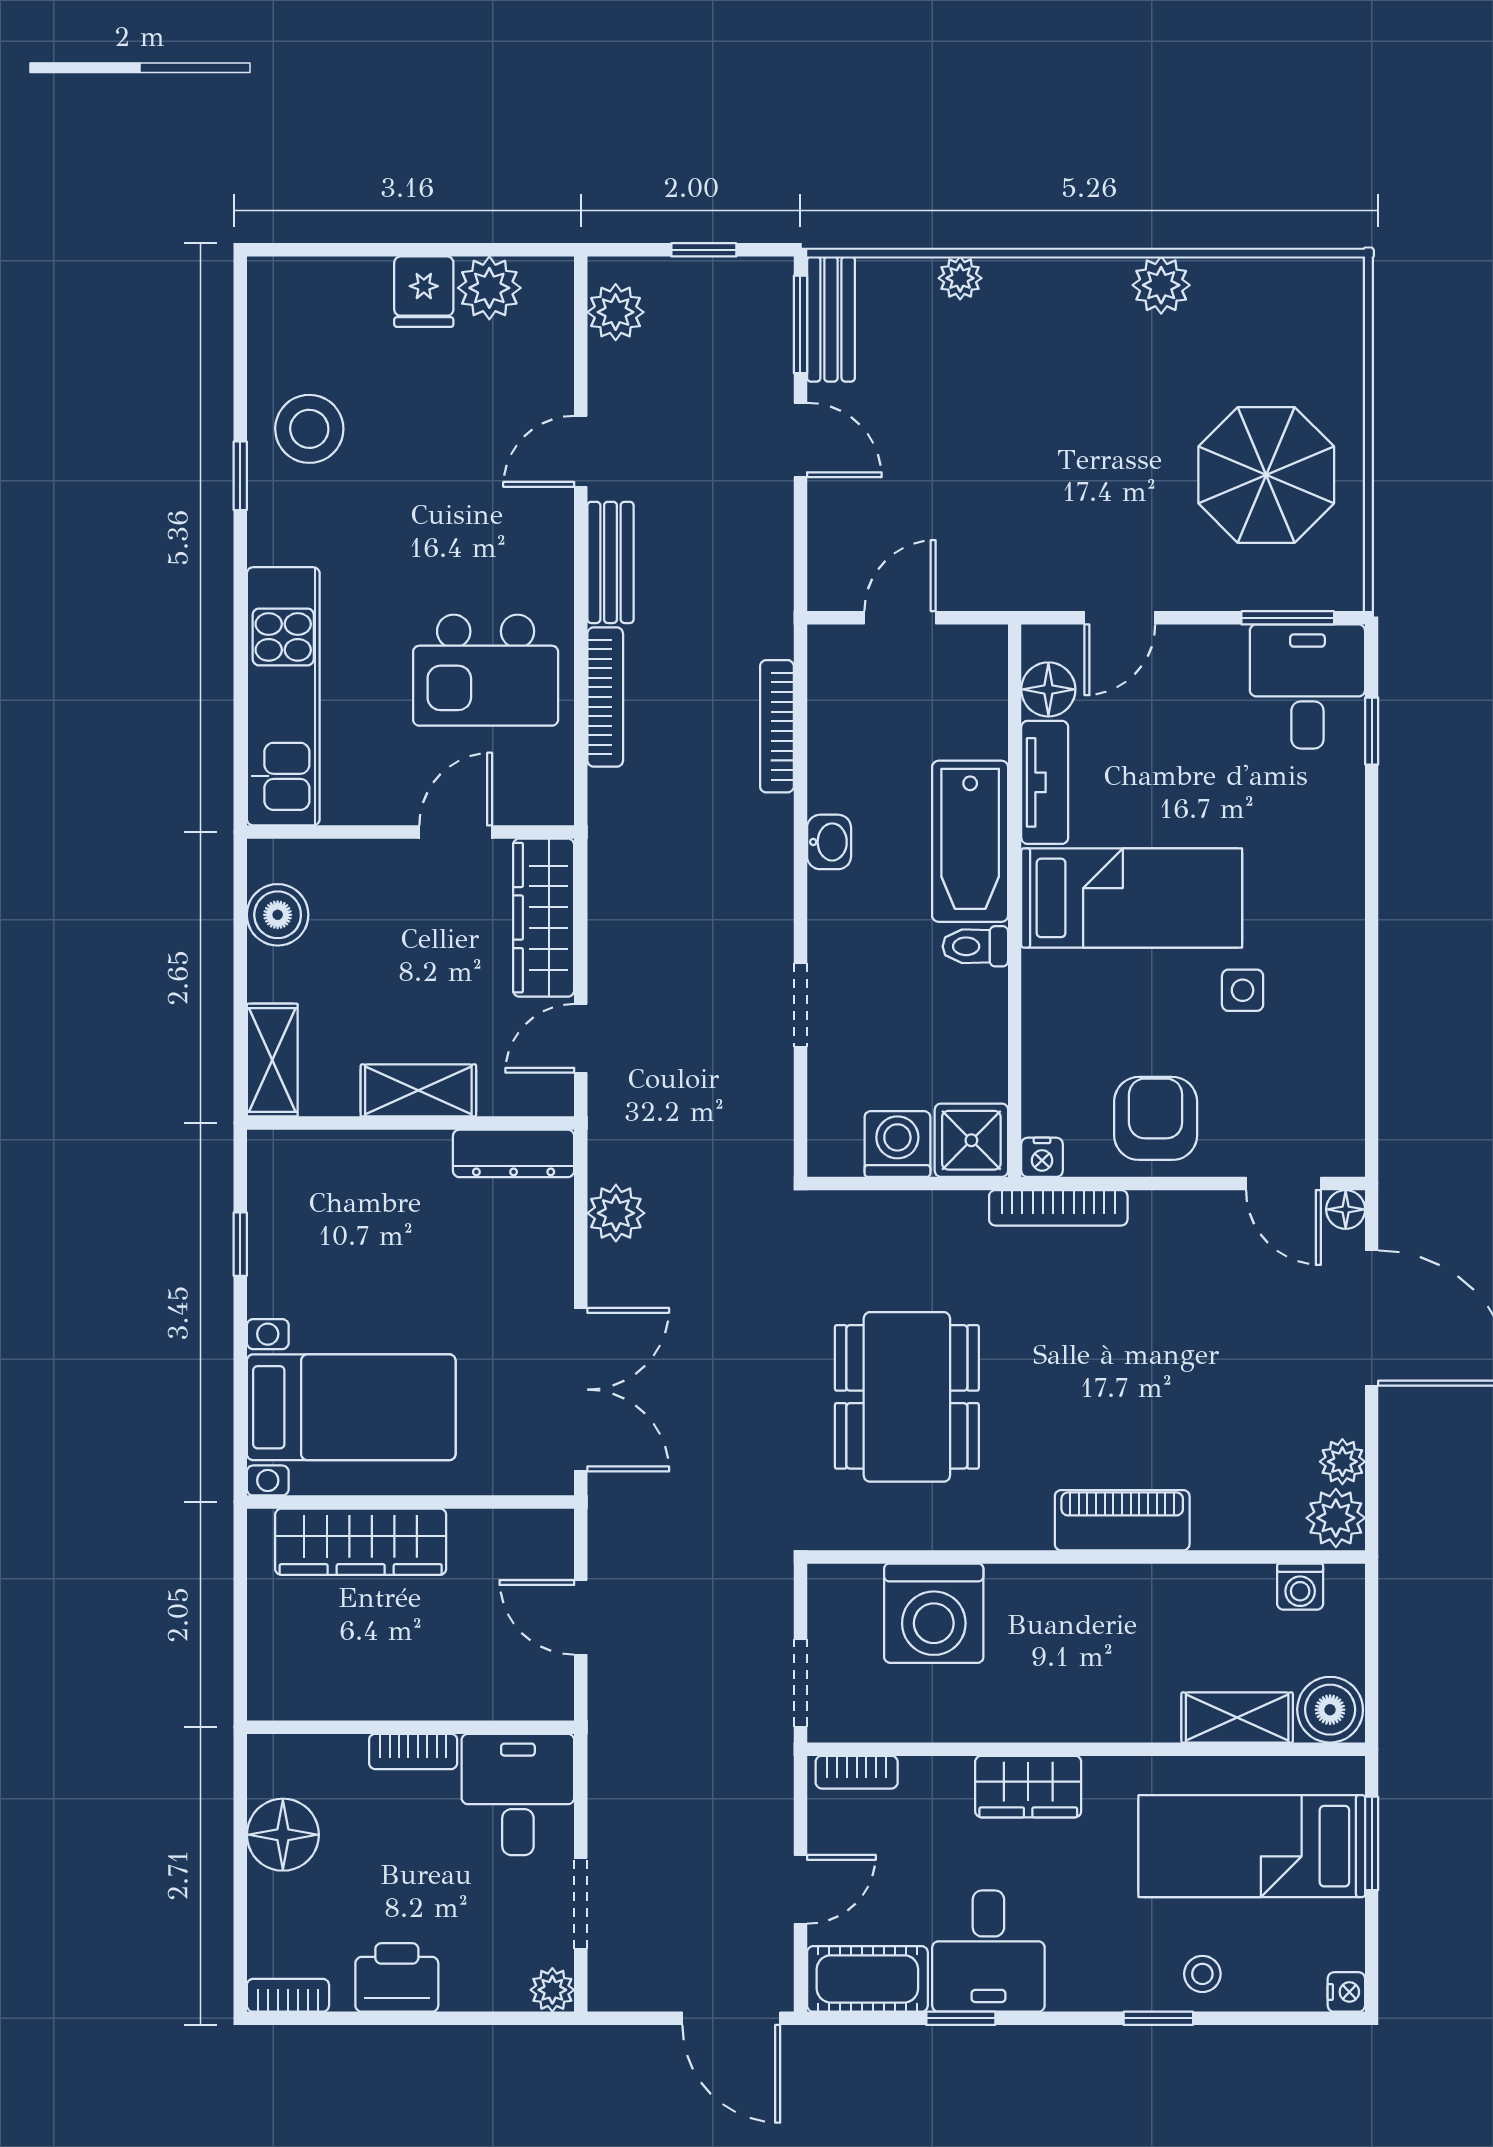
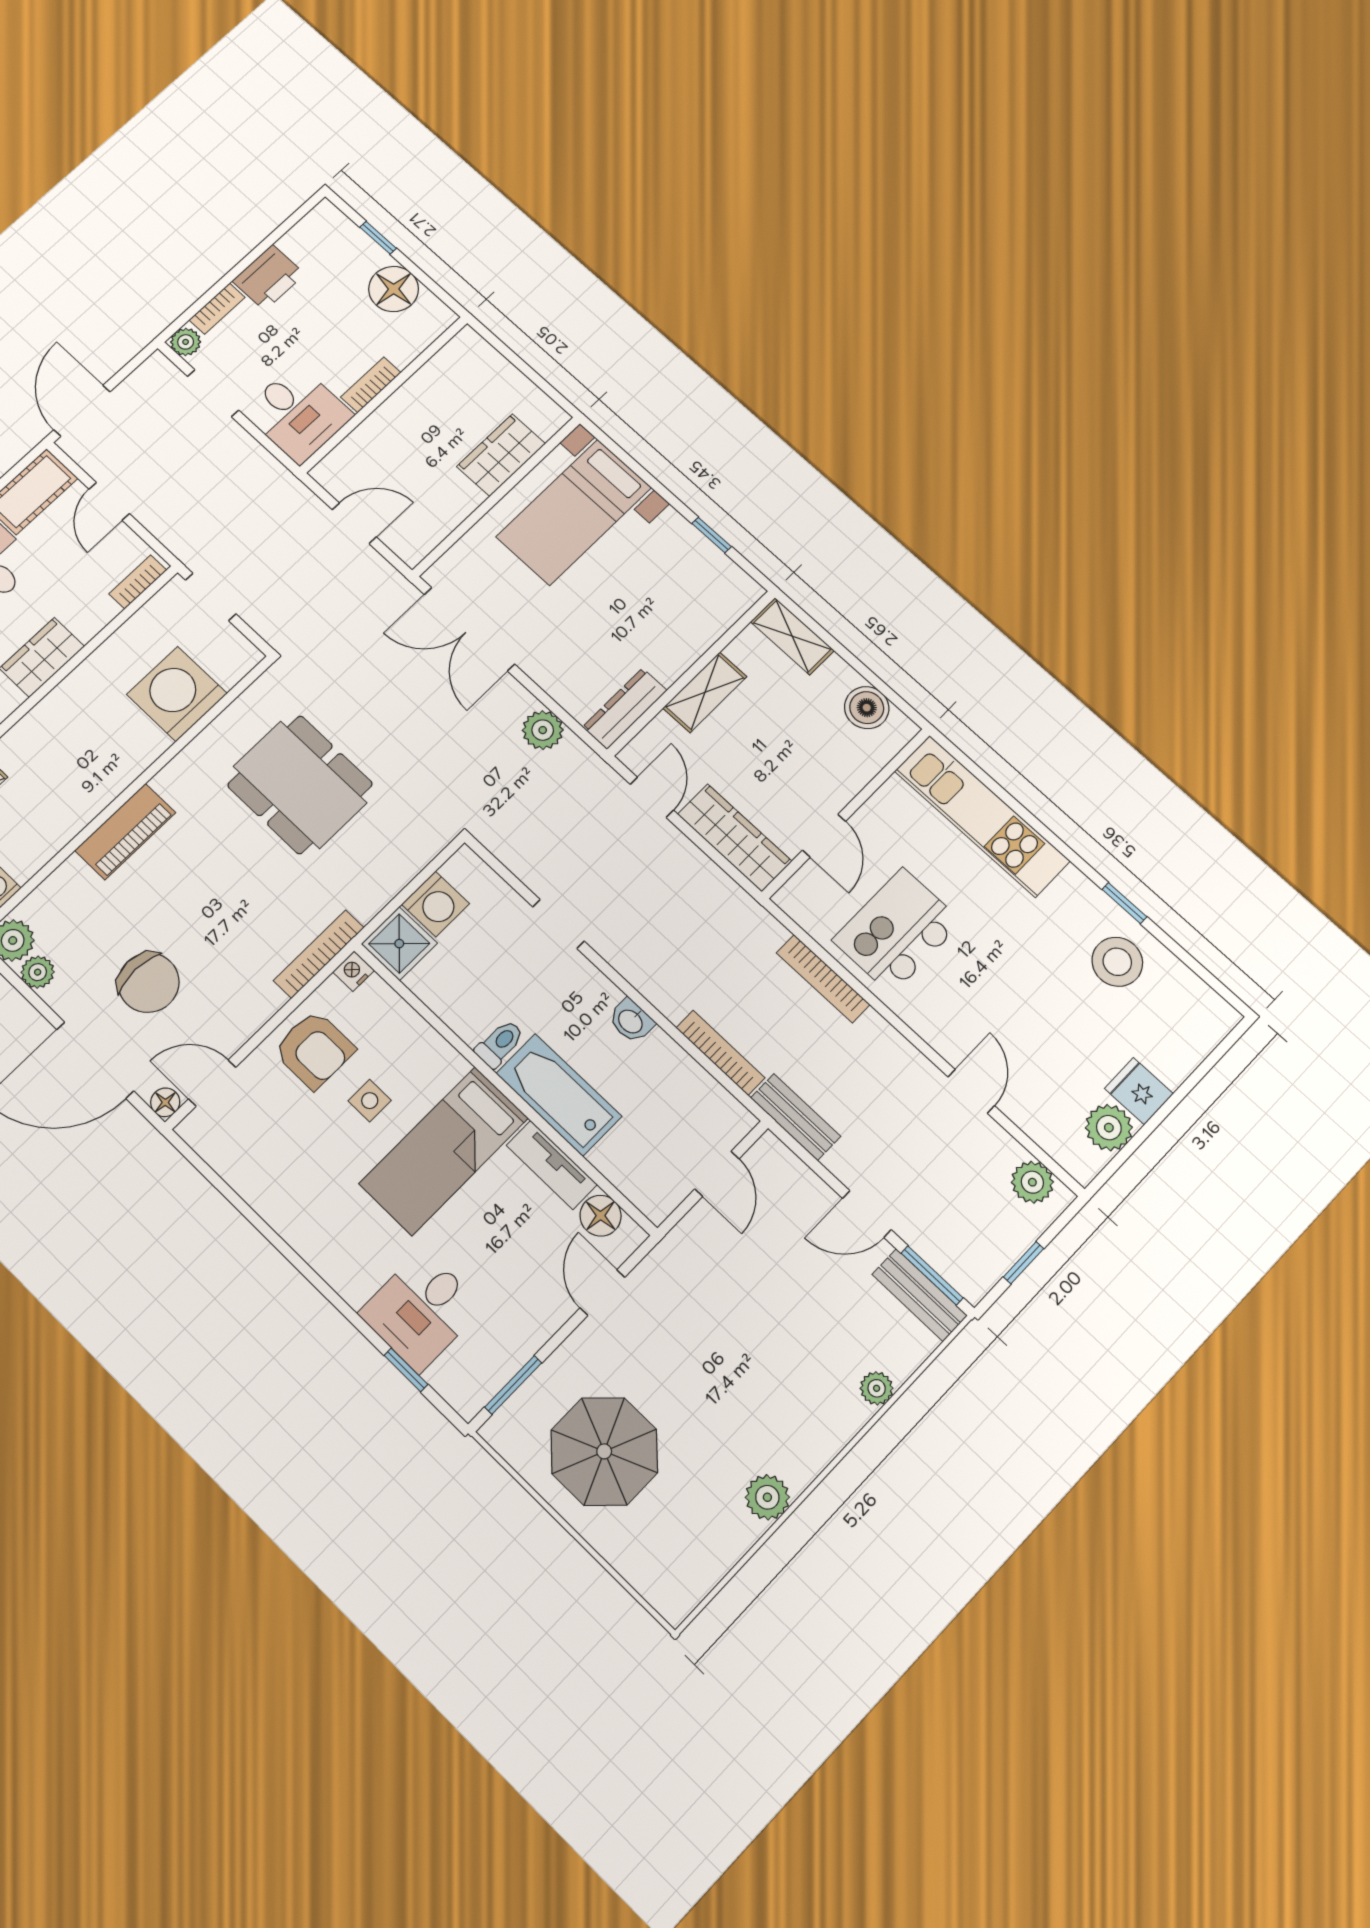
bench: (611, 562) -> (796, 1117), moved
desk: (1307, 686) -> (421, 1310), moved, turned 90
side table: (1243, 990) -> (370, 1101), moved
chair: (1247, 1344) -> (149, 983), added
wardrobe: (361, 1542) -> (501, 455), width x0.67
window: (240, 1909) -> (378, 238), added
bookcase: (288, 1995) -> (217, 309), moved
door: (731, 2018) -> (82, 411), hinge flipped

